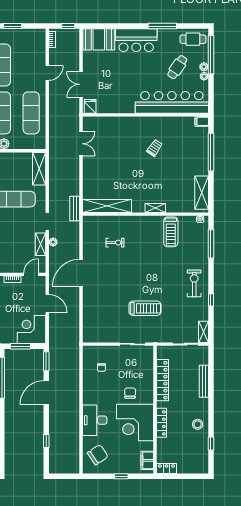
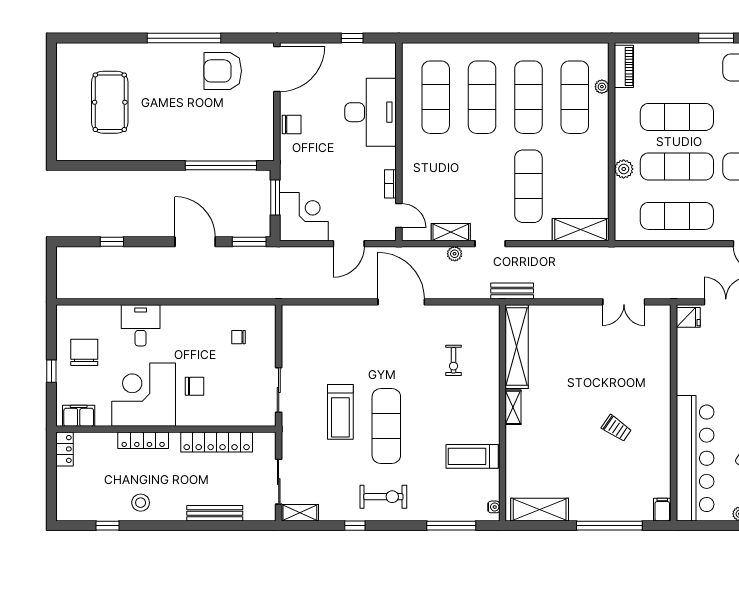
shelving: (155, 208) -> (513, 407), moved
exercise mat: (153, 282) -> (386, 426), added
desk: (95, 420) -> (141, 325), width x0.73
chair: (98, 455) -> (84, 352), moved, turned -146

